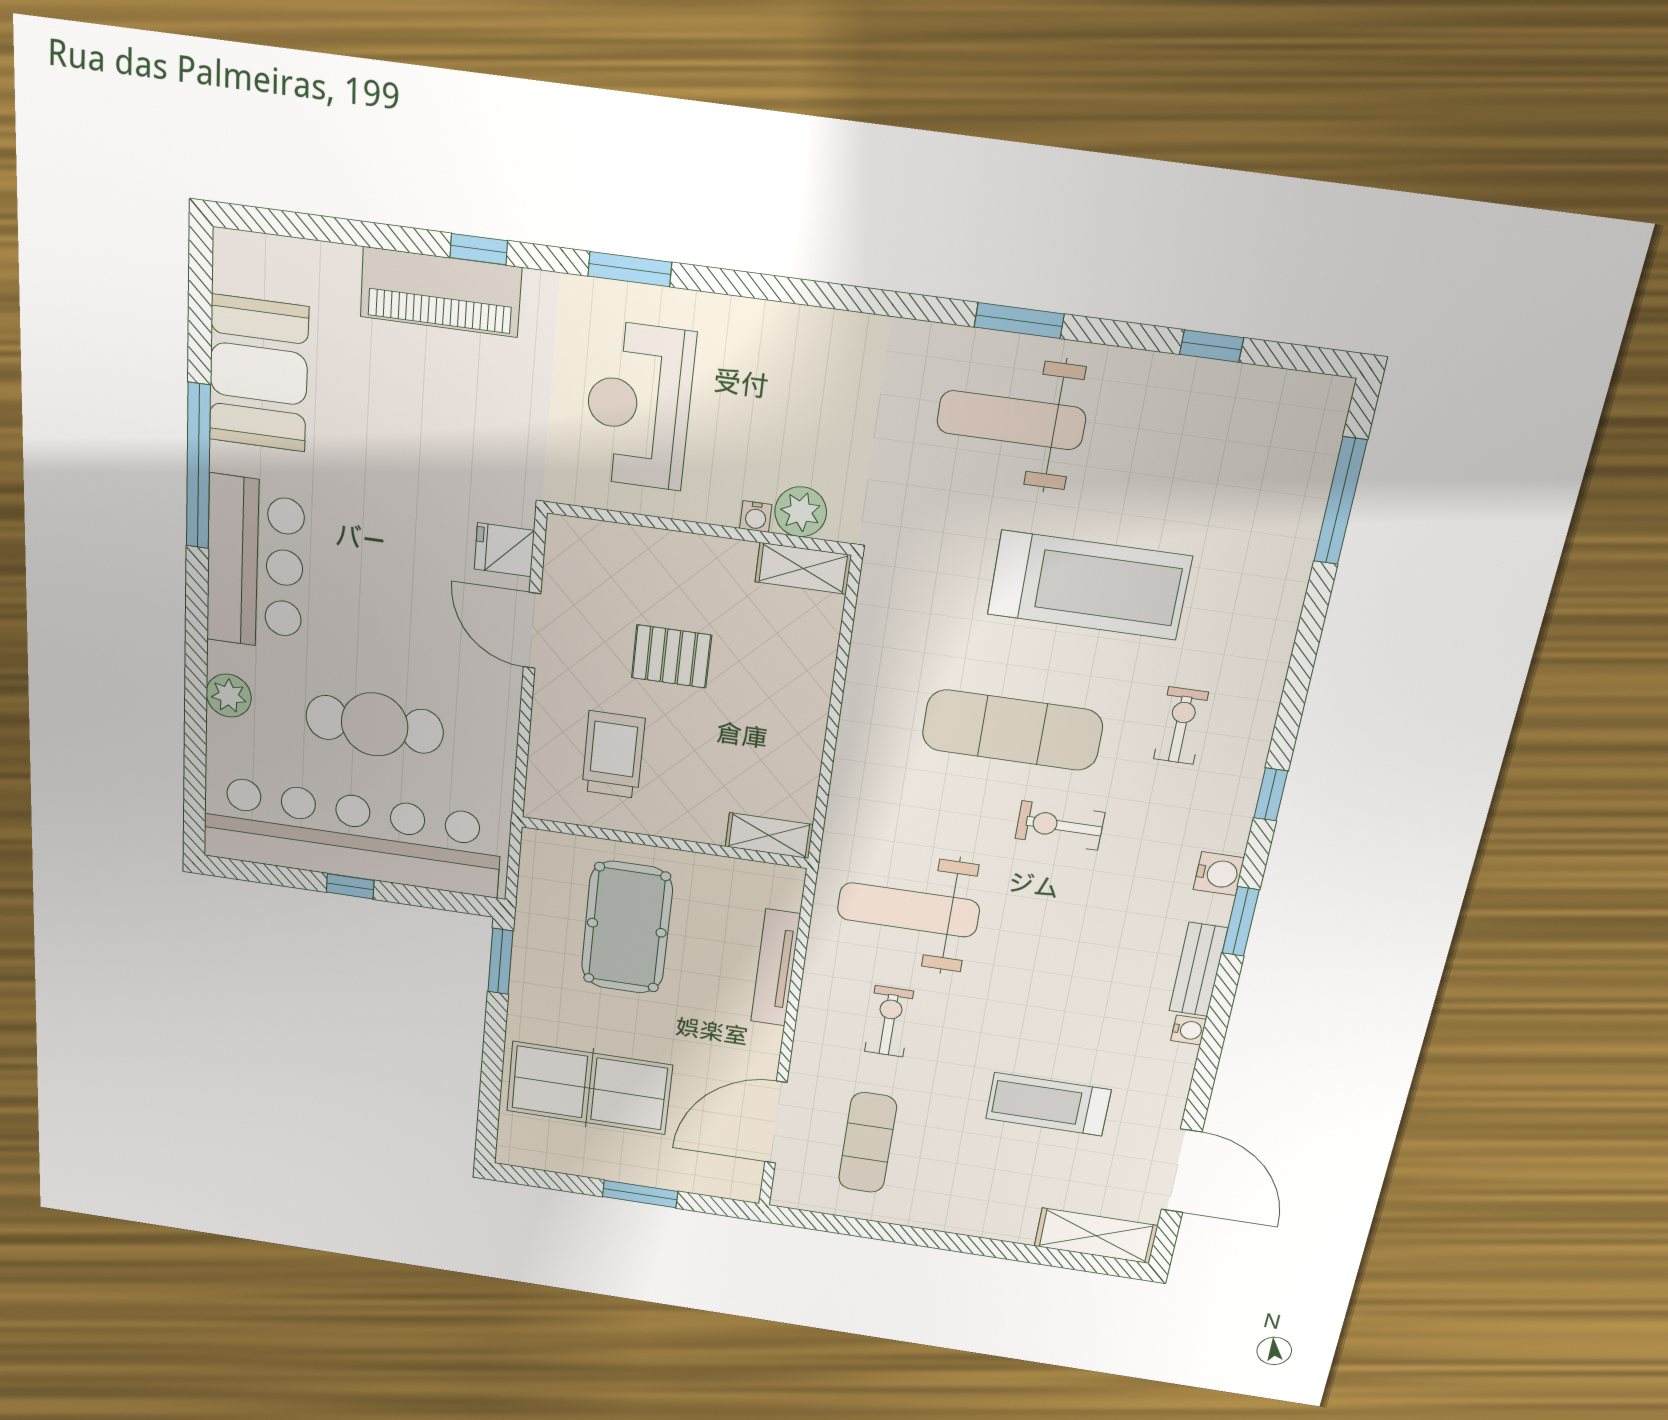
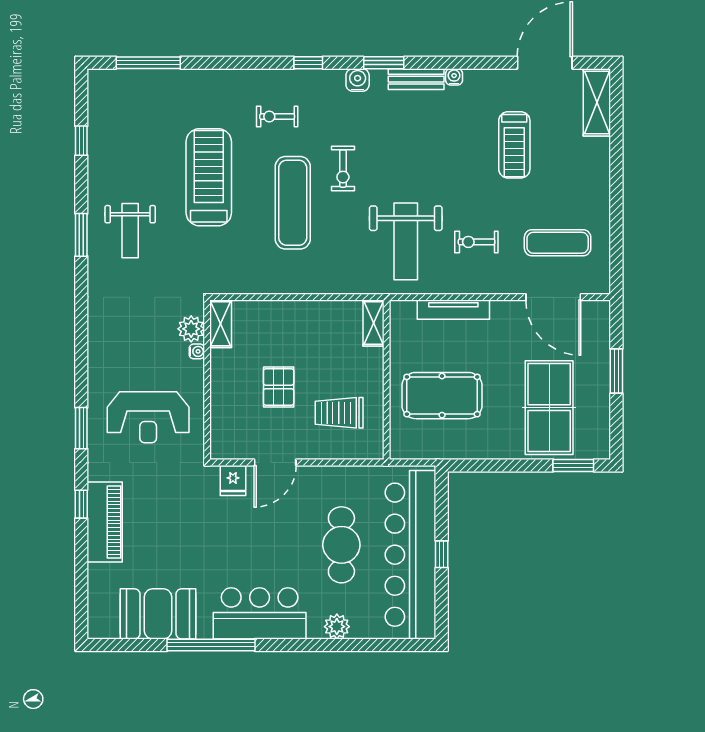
weight bench: (1011, 420) -> (130, 231), width x0.73, depth x0.75
window: (500, 961) -> (573, 466), moved

